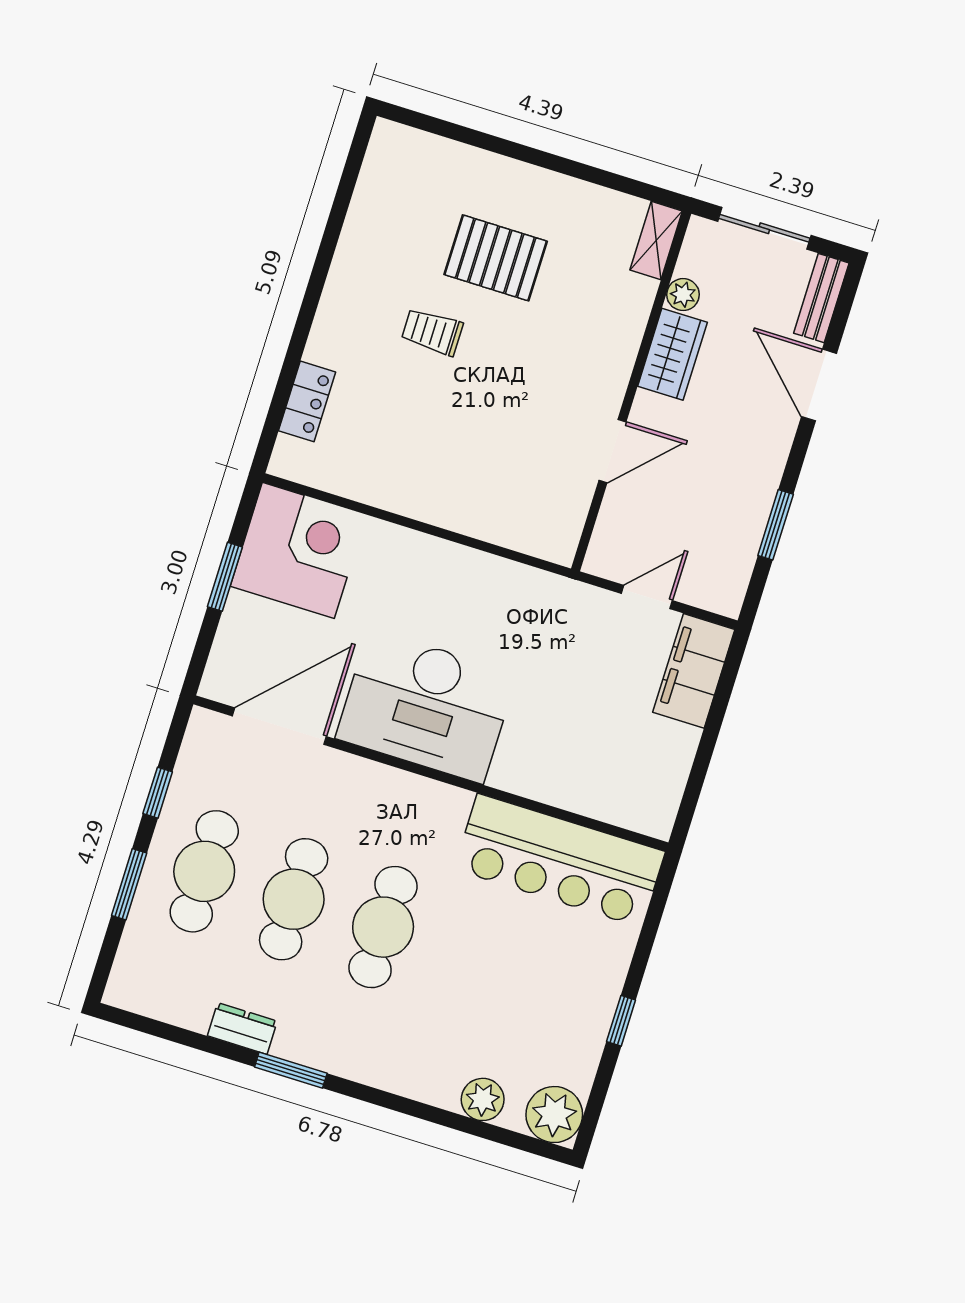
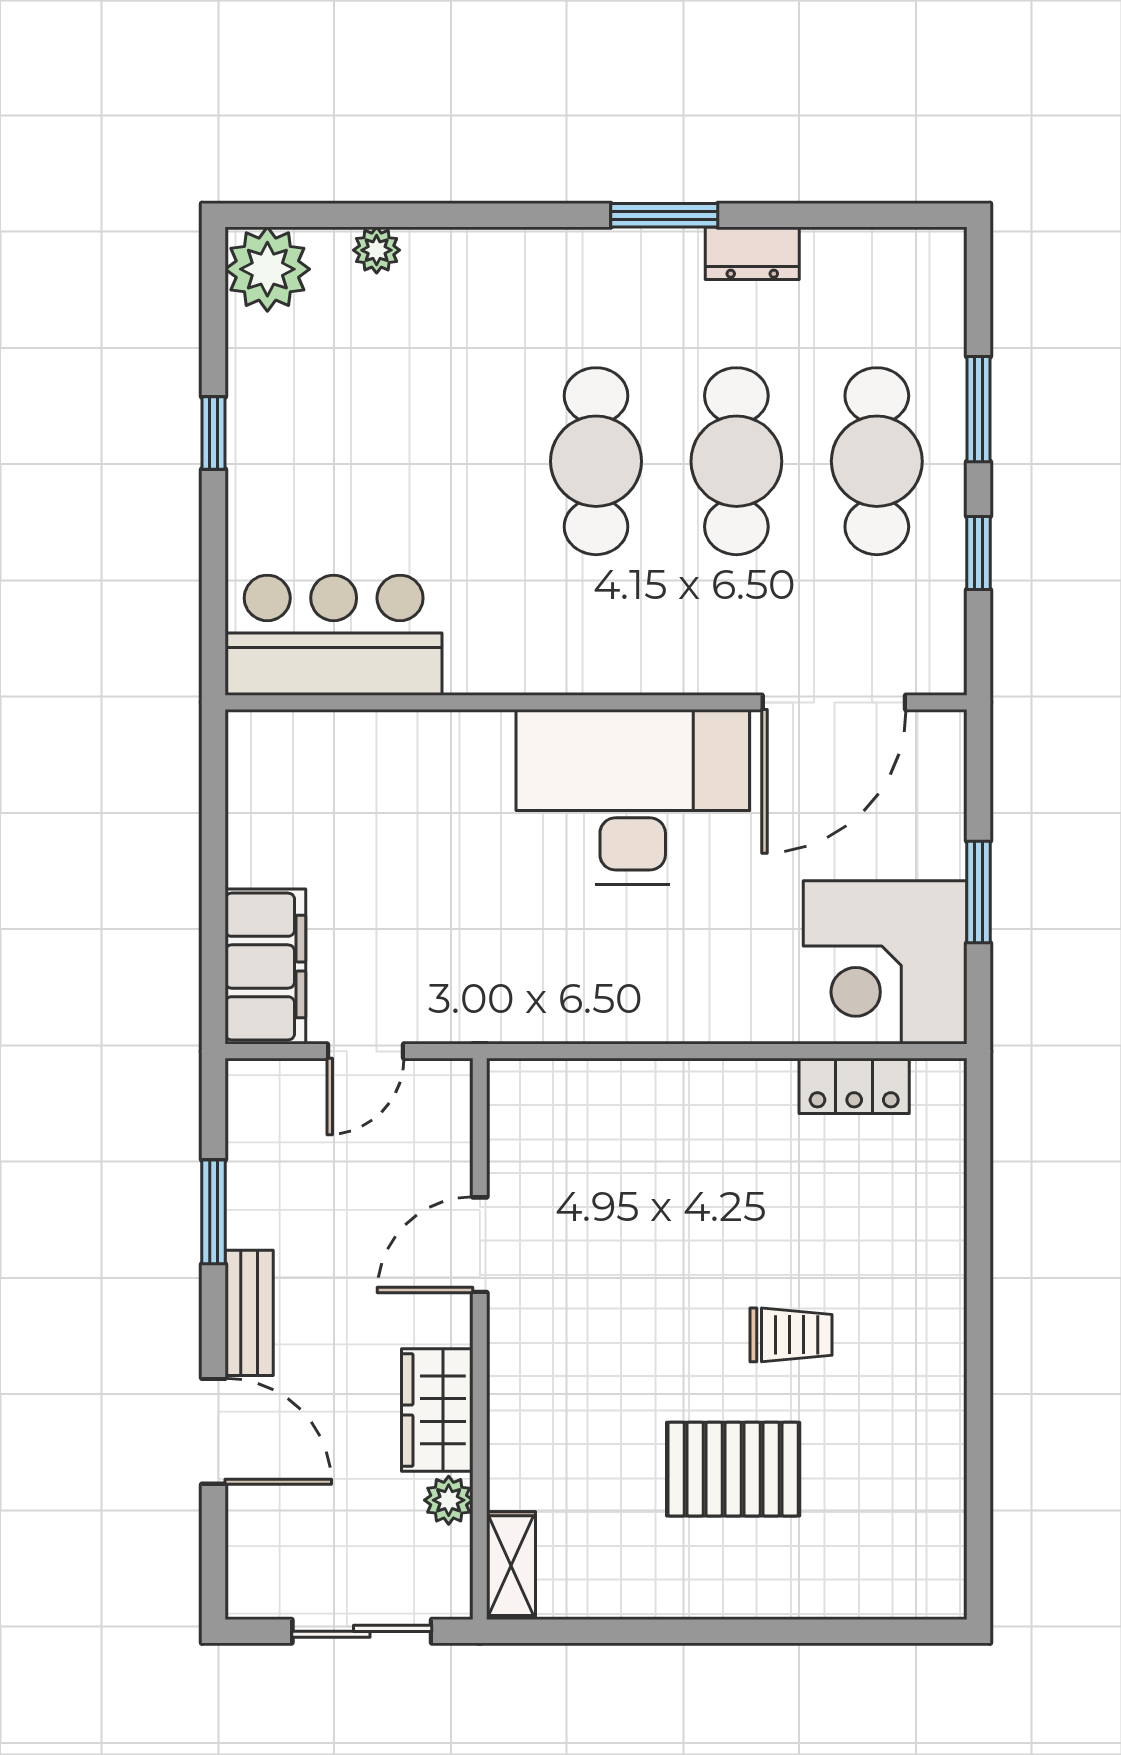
bench: (821, 298) -> (249, 1313), moved
locker: (307, 401) -> (854, 1086), moved, turned -90
bar counter: (560, 860) -> (334, 635), width x0.73
plant: (483, 1099) -> (377, 250), width x0.73, depth x0.73

